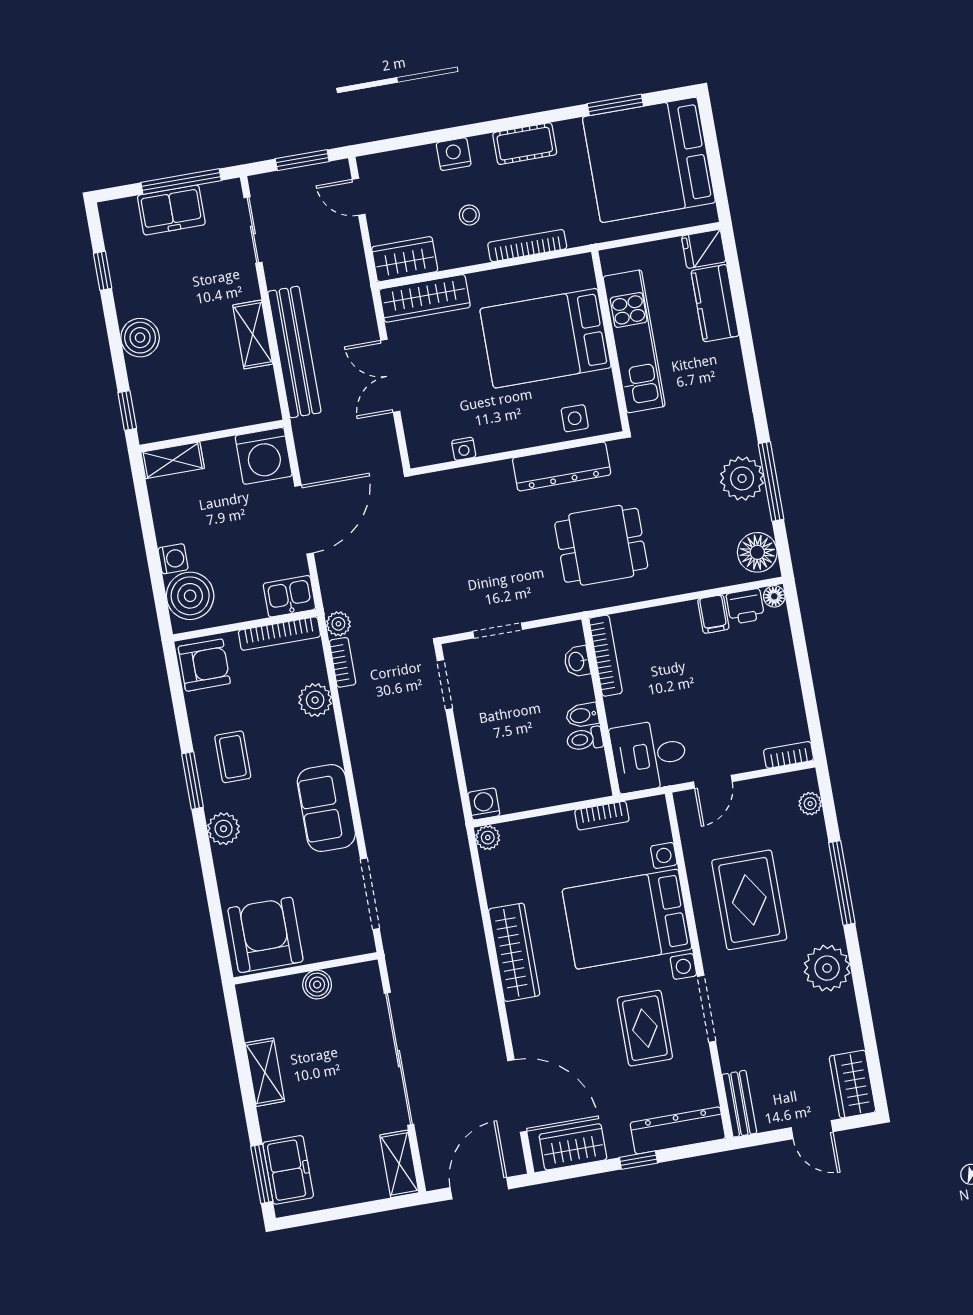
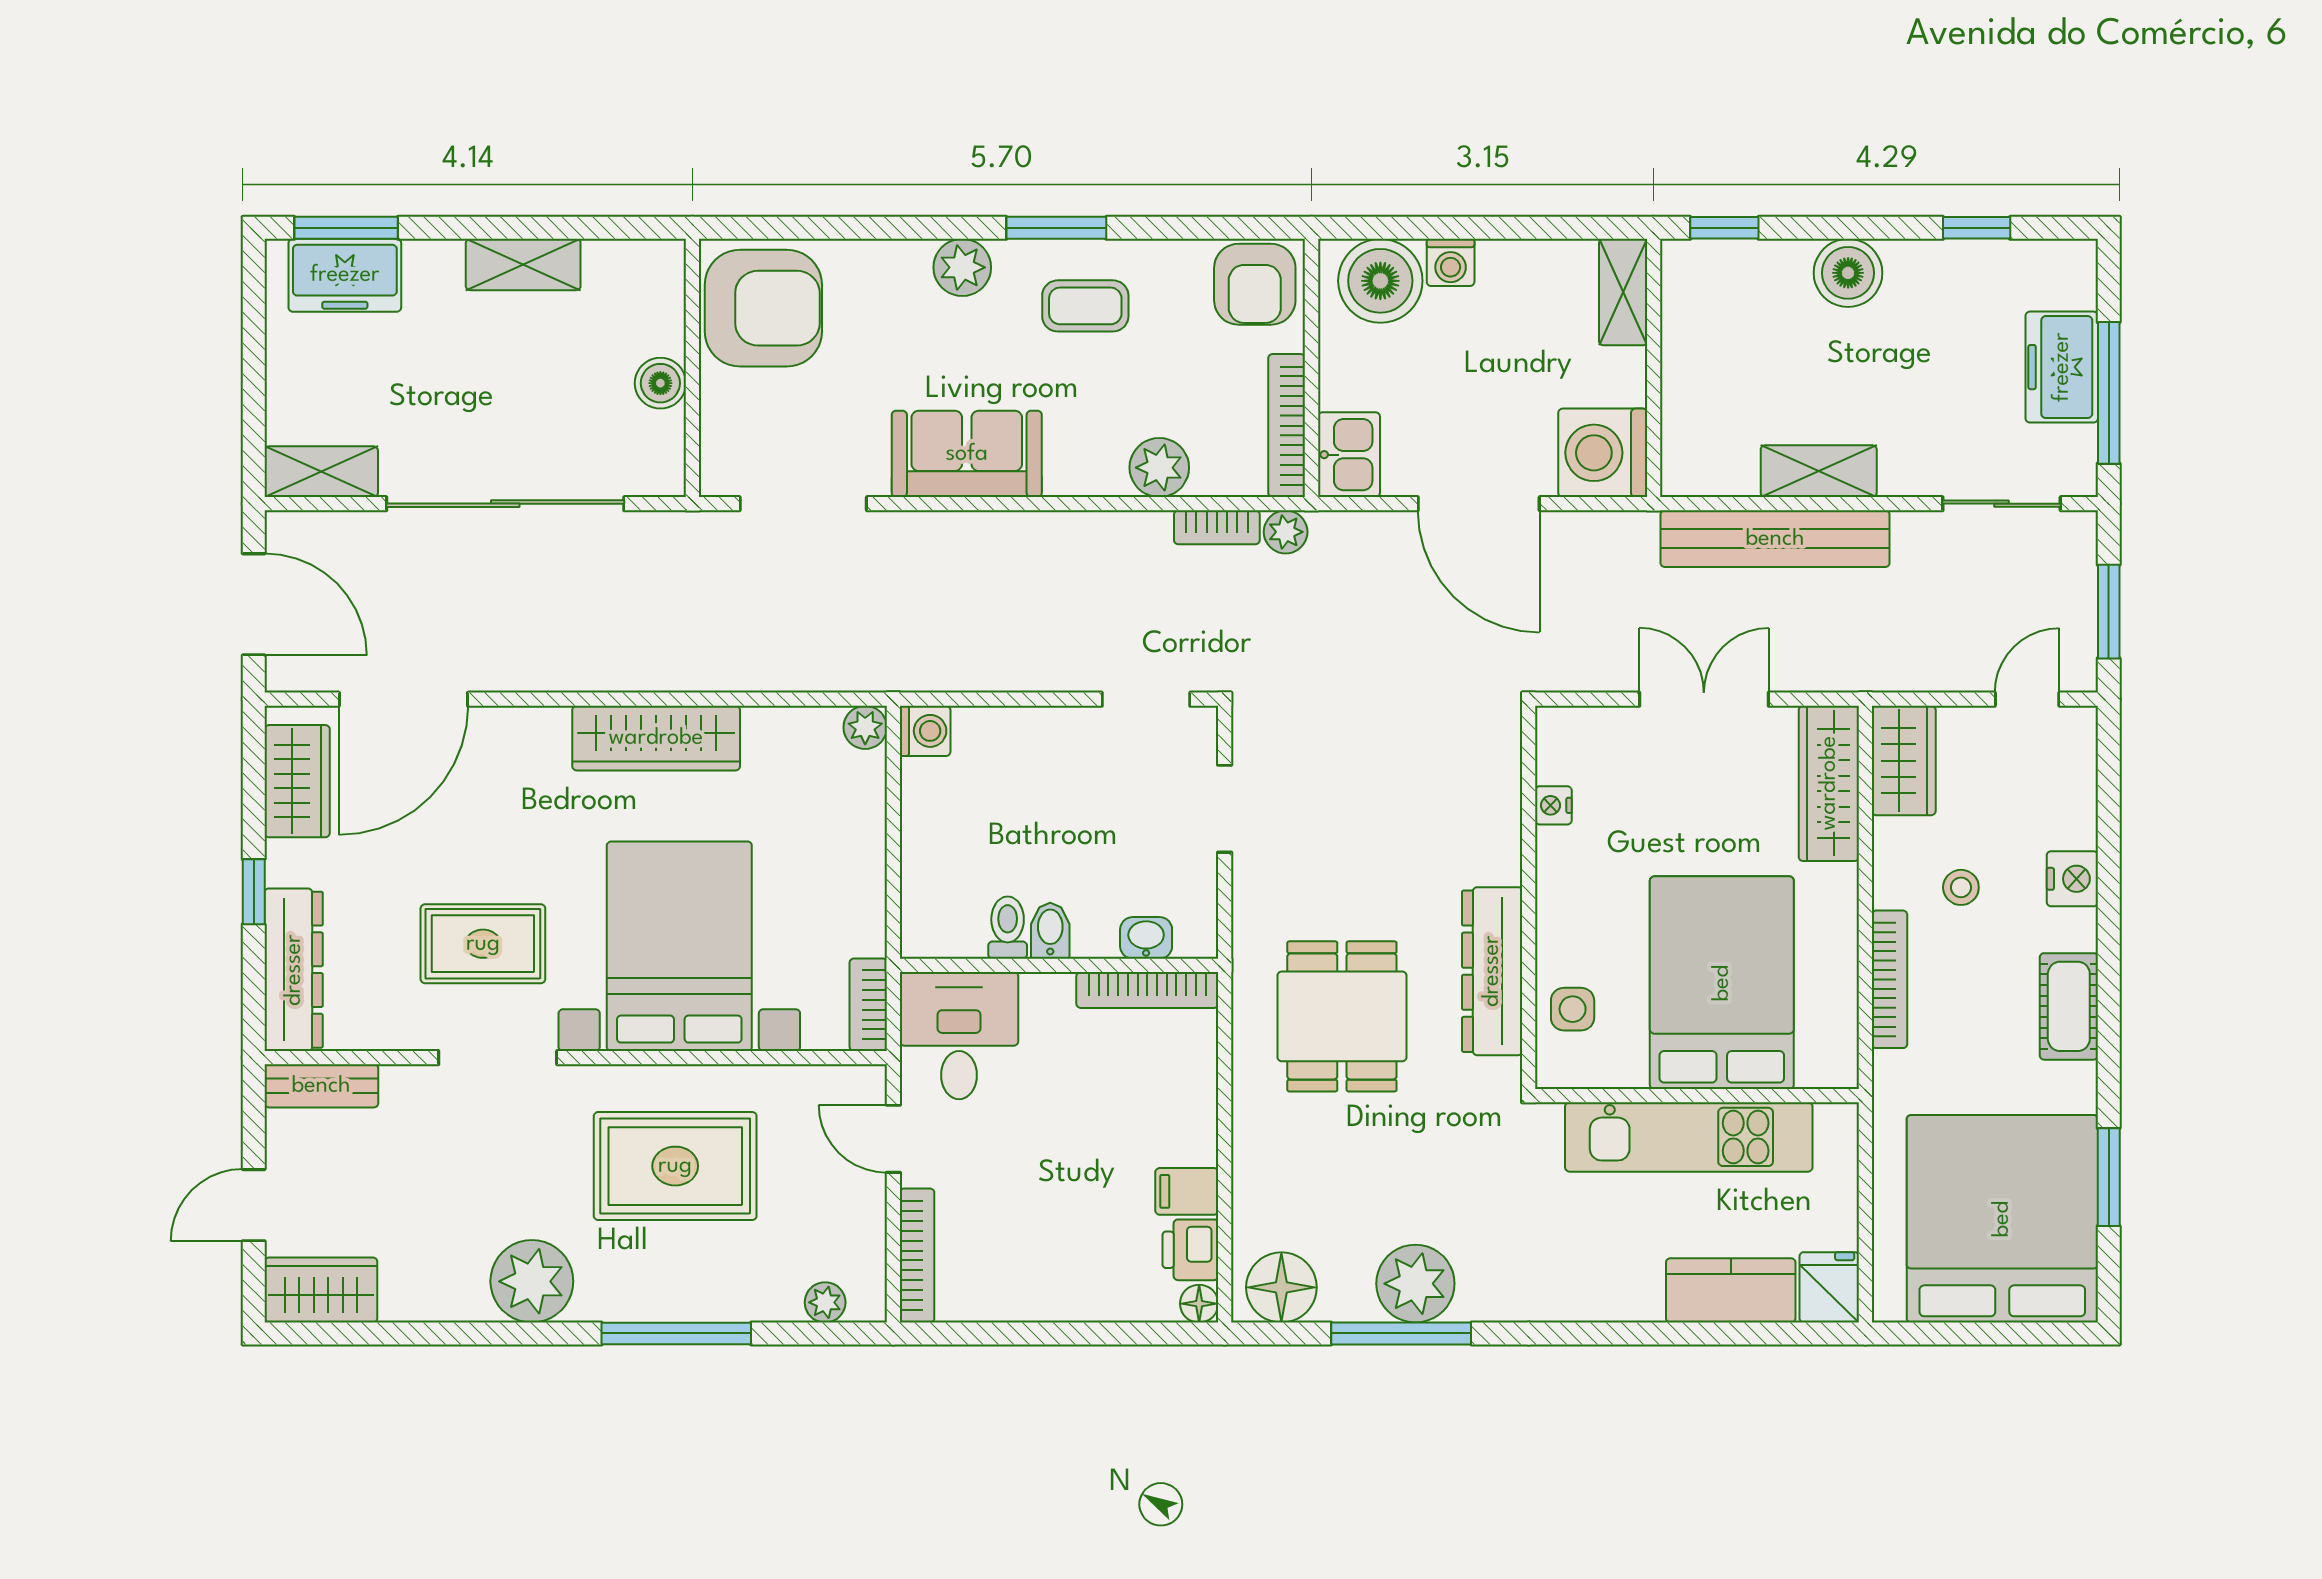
bookcase: (789, 755) -> (917, 1256), width x1.56
bookcase: (602, 816) -> (868, 1005), moved

